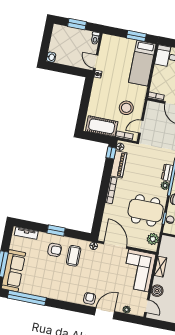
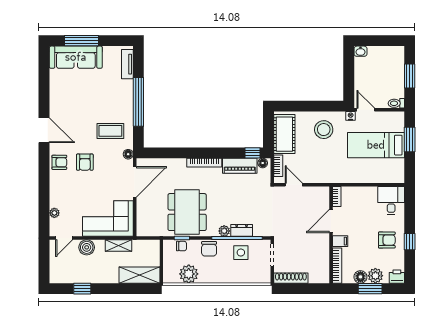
window: (136, 36) -> (410, 139), moved
door: (96, 62) -> (366, 110), hinge flipped
bed: (142, 63) -> (376, 145), moved
stool: (126, 108) -> (324, 130), moved
window: (56, 231) -> (138, 102), width x2.11
plant: (153, 239) -> (152, 229), removed
armchair: (55, 250) -> (85, 162), moved
window: (27, 298) -> (44, 81), removed
door: (105, 313) -> (44, 130), moved

